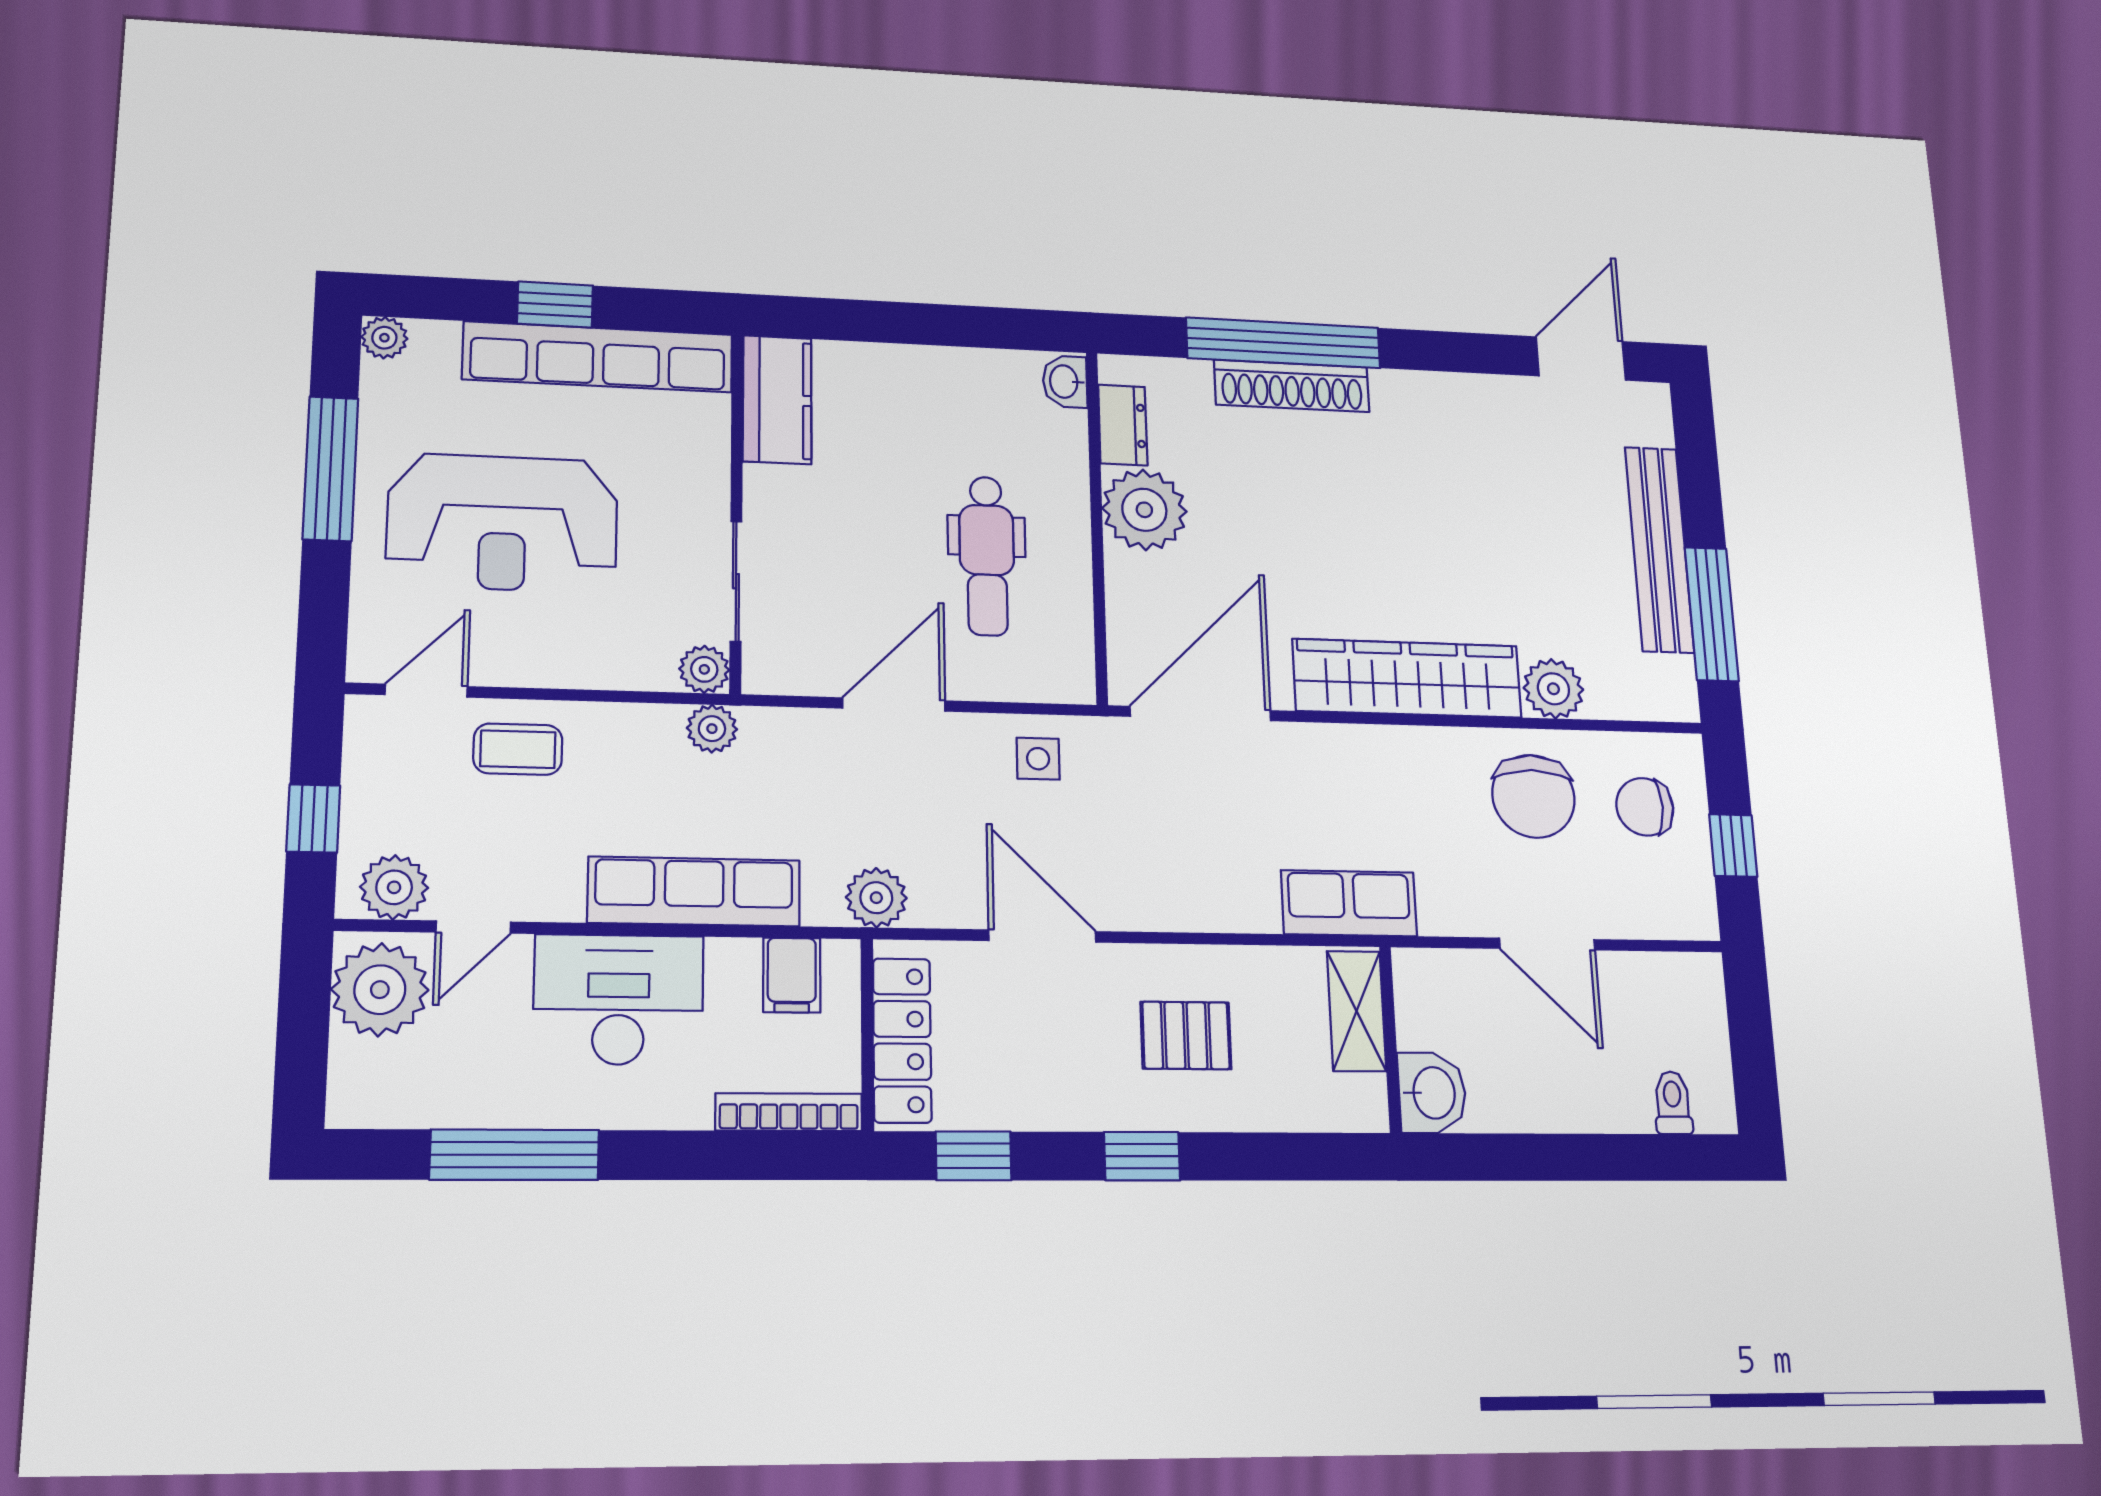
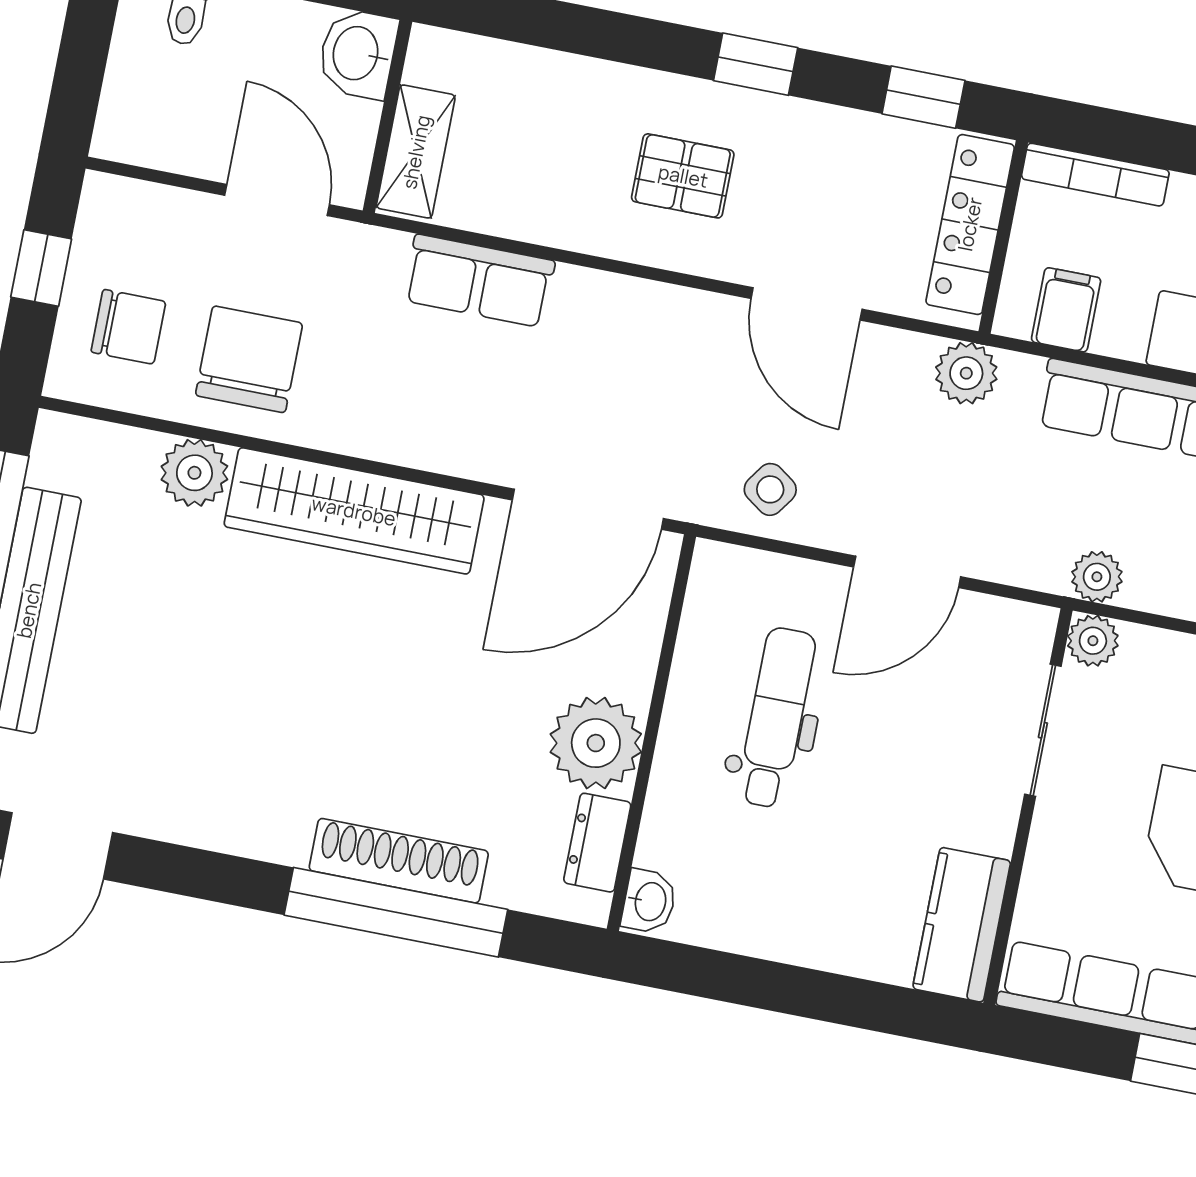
side table: (1038, 759) -> (770, 489), turned 35
shelving: (1356, 1011) -> (416, 152), moved
wall: (1390, 1039) -> (388, 116), moved
washbasin: (1432, 1093) -> (358, 54), moved

